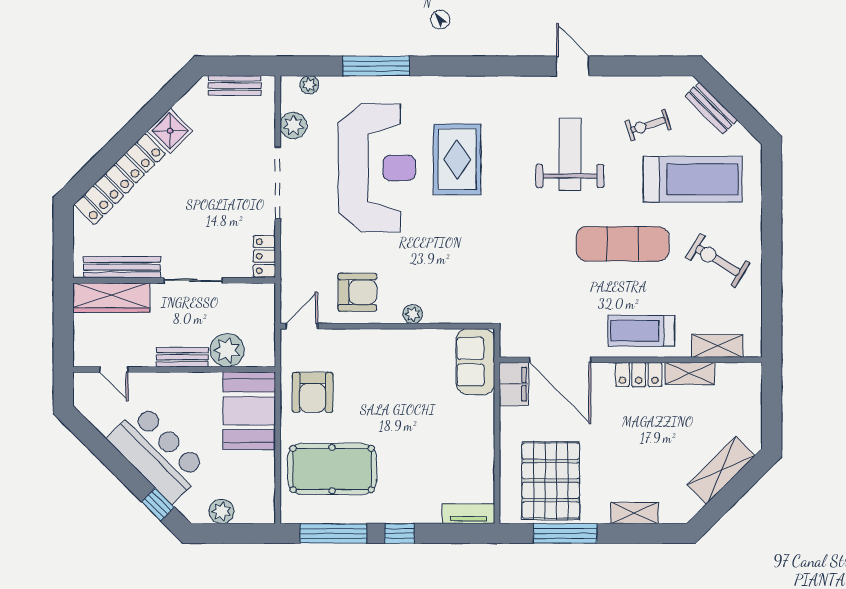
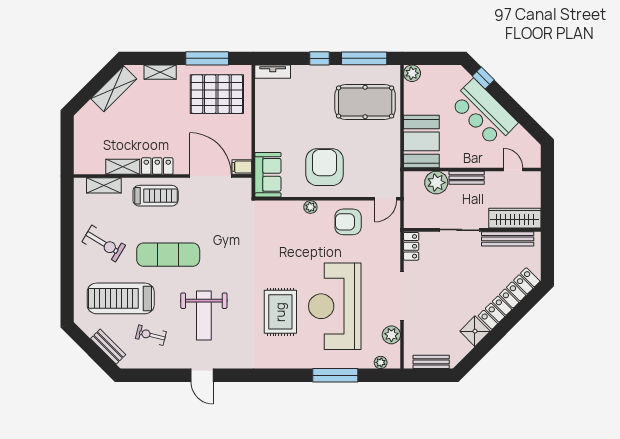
exercise bike: (648, 125) -> (151, 335), turned -149
filing cabinet: (514, 384) -> (242, 167), width x0.50
armchair: (313, 392) -> (325, 167), moved, width x1.36, depth x1.36
shelving: (721, 470) -> (114, 89), moved
pallet: (551, 481) -> (217, 94), turned 90
plant: (221, 511) -> (412, 73), moved

